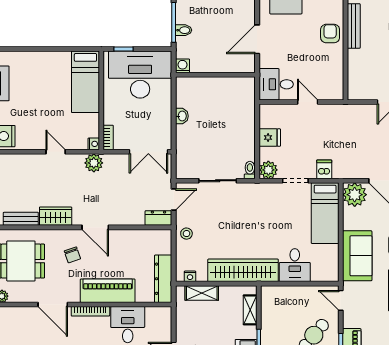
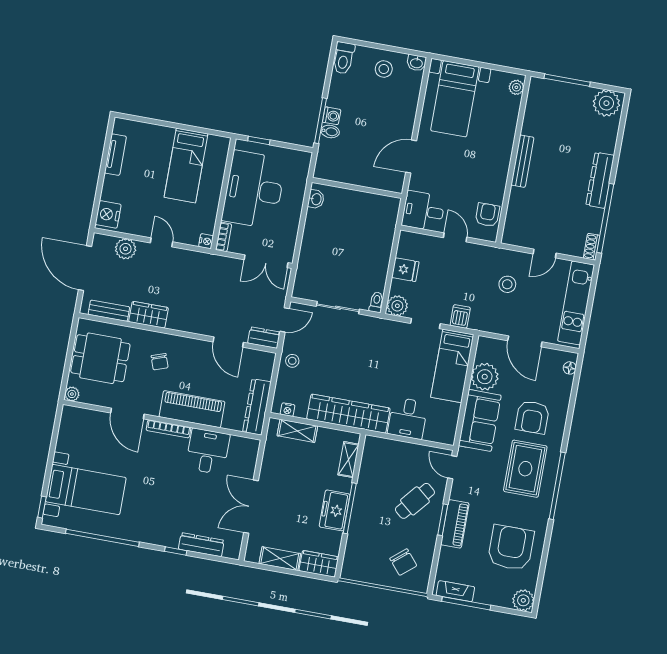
armchair: (330, 34) -> (487, 215), moved
washing machine: (182, 66) -> (332, 116), moved, turned 90
desk: (140, 75) -> (254, 190), moved, turned -90
bed: (85, 82) -> (186, 165), moved
washbasin: (182, 116) -> (316, 199), moved
stool: (360, 134) -> (507, 284), added
plant: (94, 163) -> (126, 249), moved
plant: (355, 195) -> (485, 377), moved
door: (95, 227) -> (228, 342), moved

